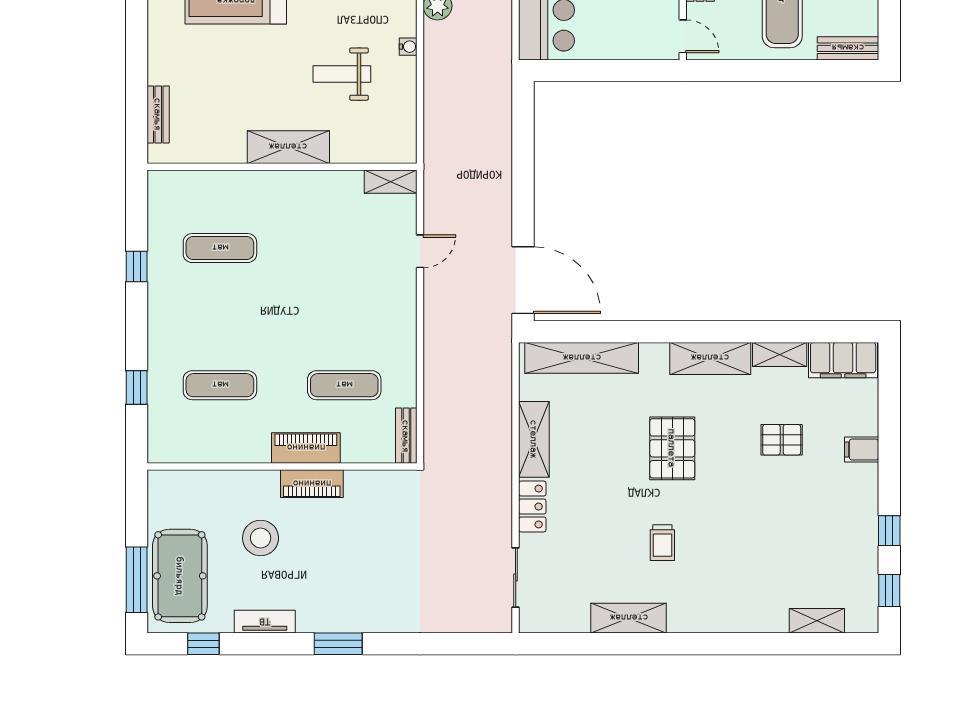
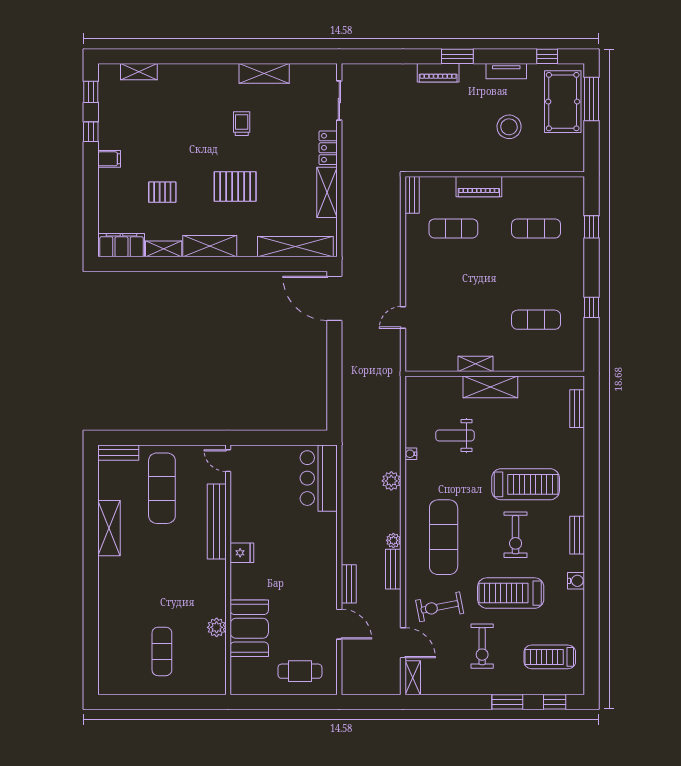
weight bench: (342, 74) -> (455, 435), turned 180
shelving: (391, 182) -> (475, 364), moved
pallet: (672, 448) -> (235, 186), turned 90
filing cabinet: (862, 449) -> (109, 159), moved
piano: (312, 484) -> (438, 73), moved, turned 180

